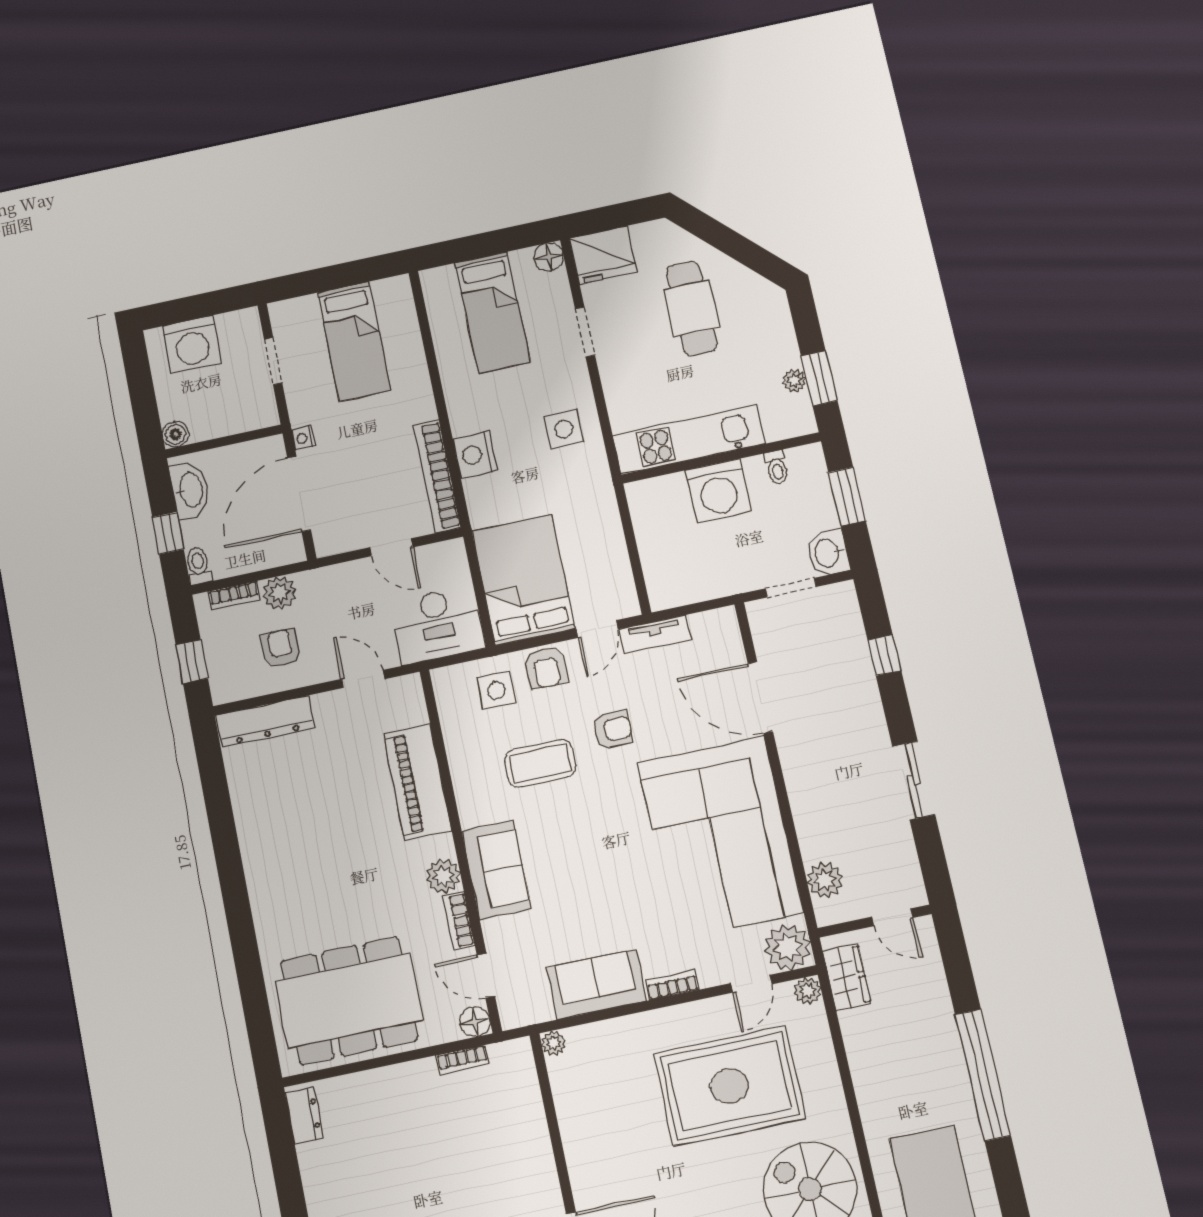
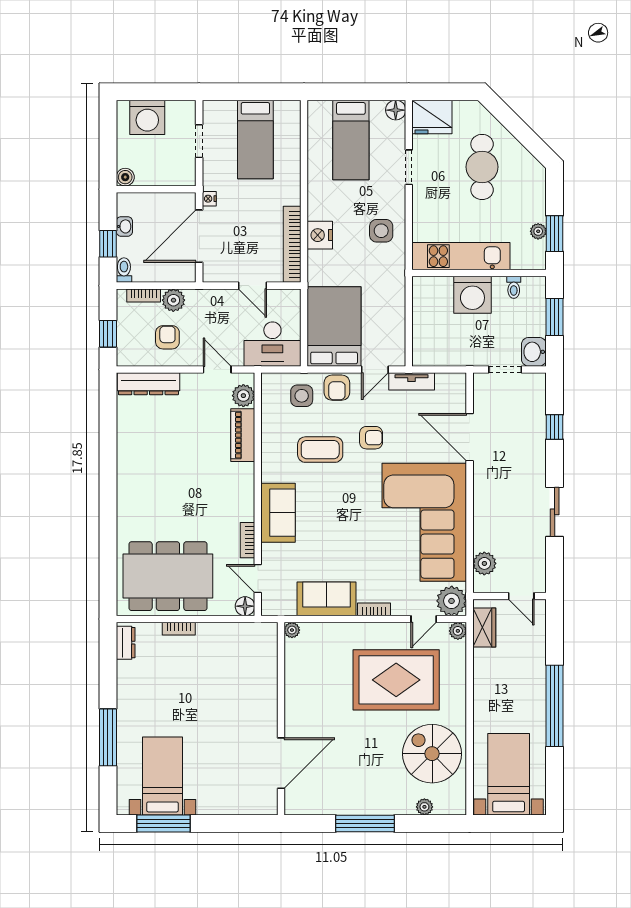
washbasin: (190, 490) -> (124, 226), width x0.52, depth x0.69
piano: (417, 782) -> (243, 435), width x0.73, depth x0.75
plant: (443, 876) -> (243, 396), moved
bookcase: (462, 1060) -> (179, 629), moved

